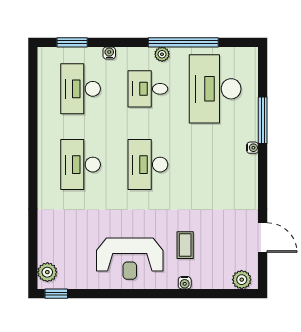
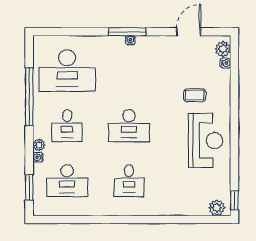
plant: (162, 54) -> (39, 145), moved
window: (263, 120) -> (127, 32), moved
water cooler: (252, 148) -> (130, 40), moved
desk: (81, 165) -> (129, 181), width x0.73
water cooler: (185, 283) -> (226, 63), moved

